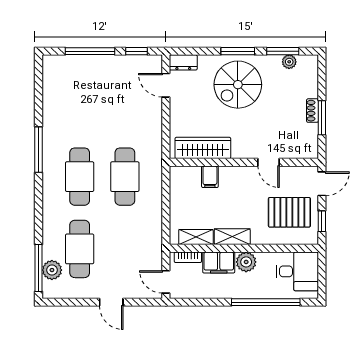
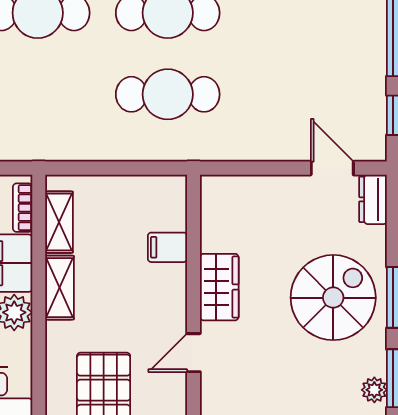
door: (166, 85) -> (332, 168), hinge flipped
spiral stairs: (238, 85) -> (333, 298), turned 90
wardrobe: (203, 148) -> (219, 287), moved, width x0.67

